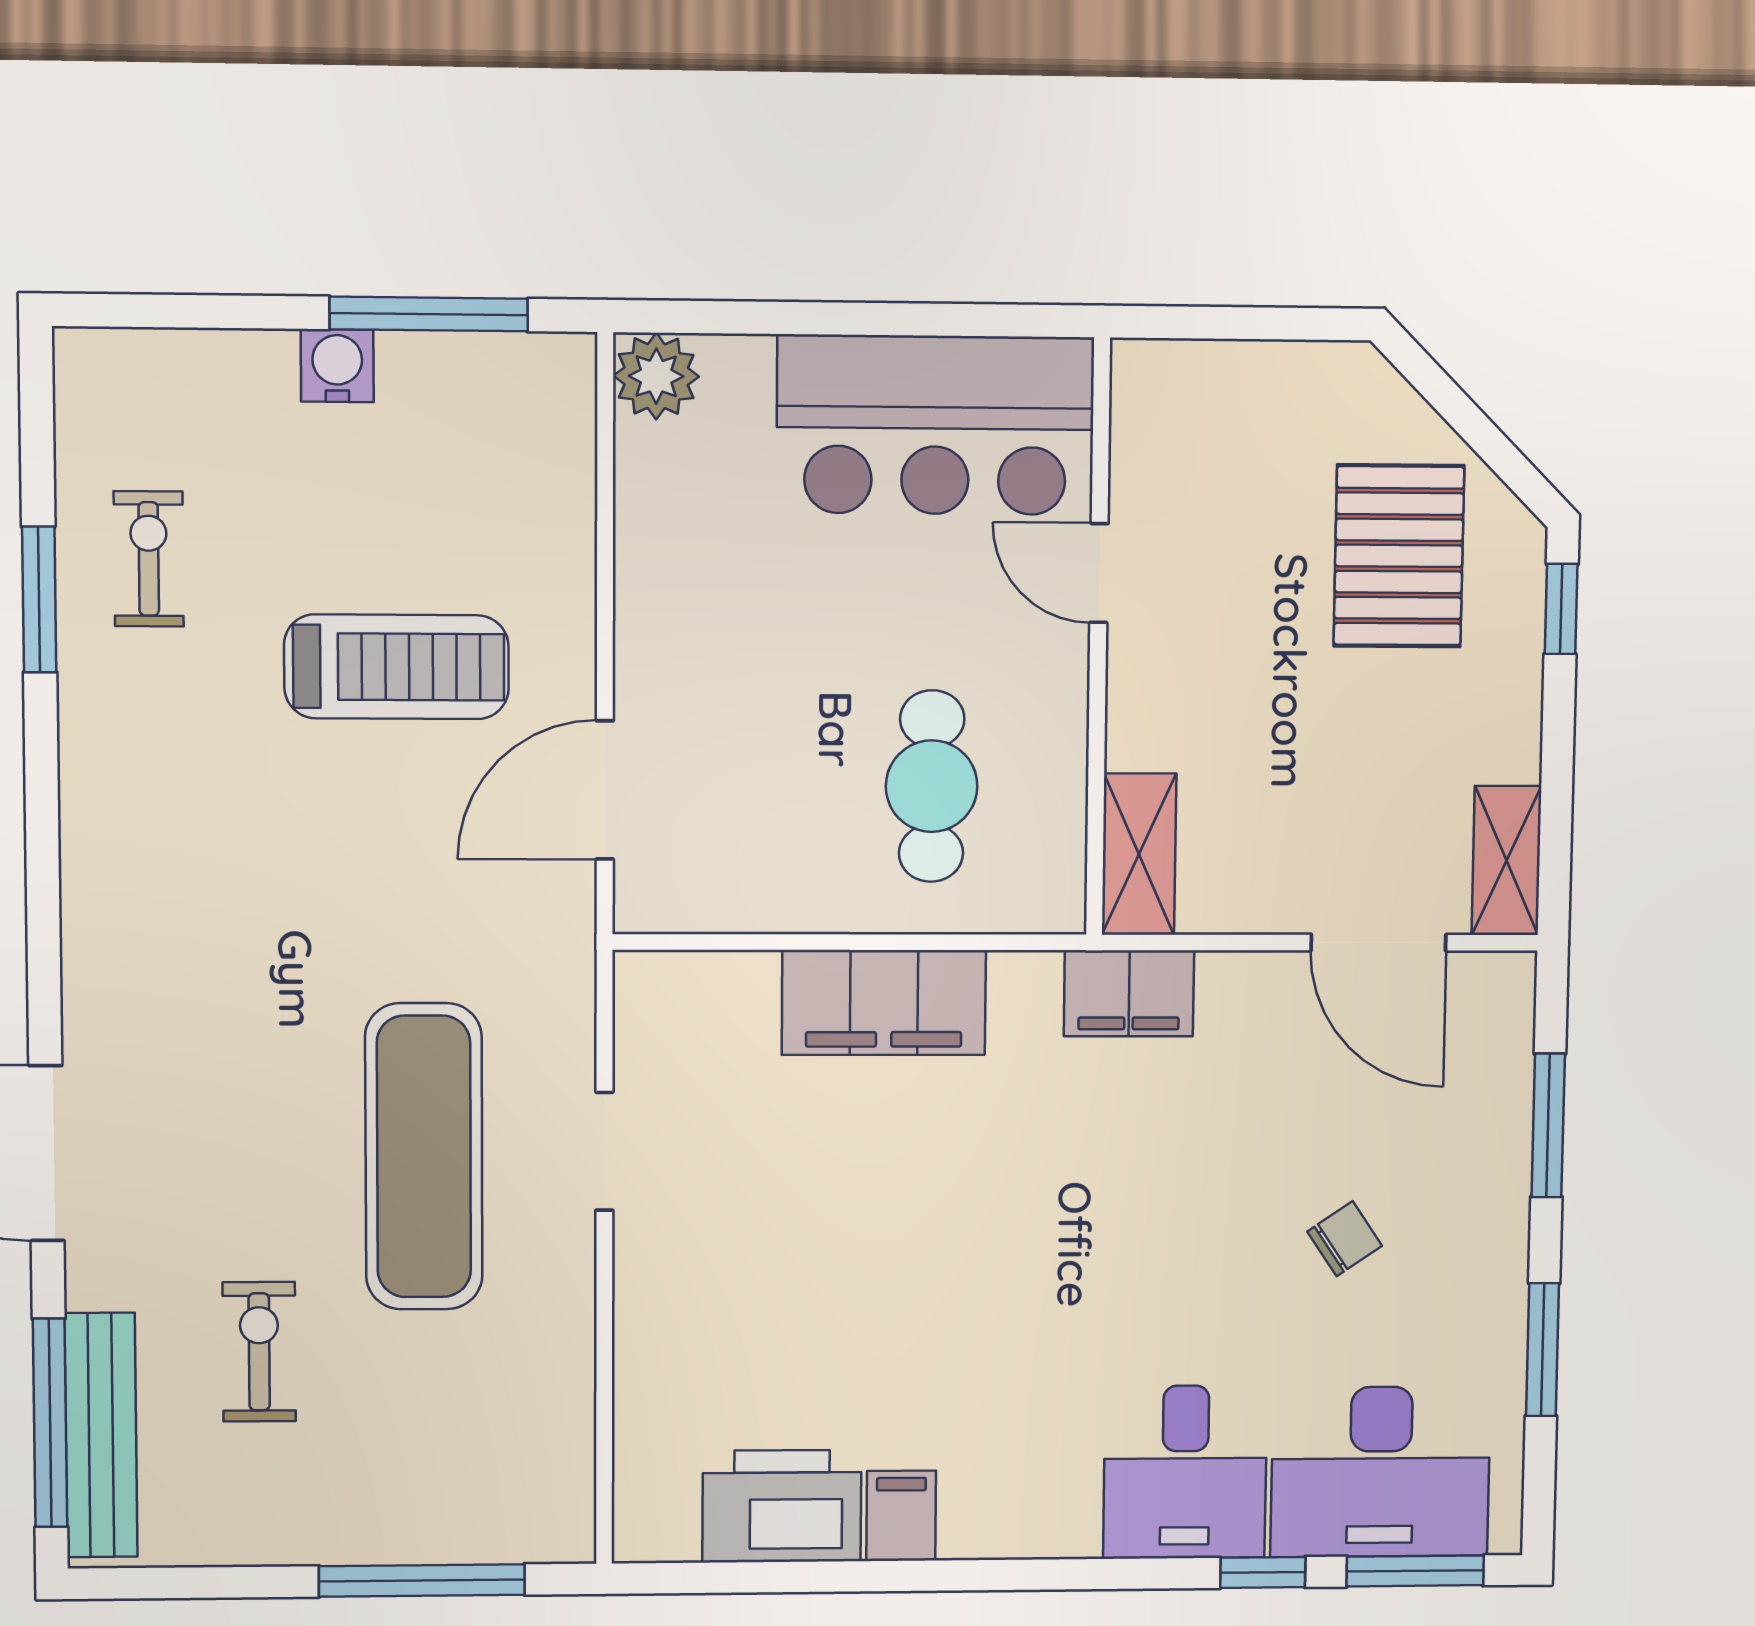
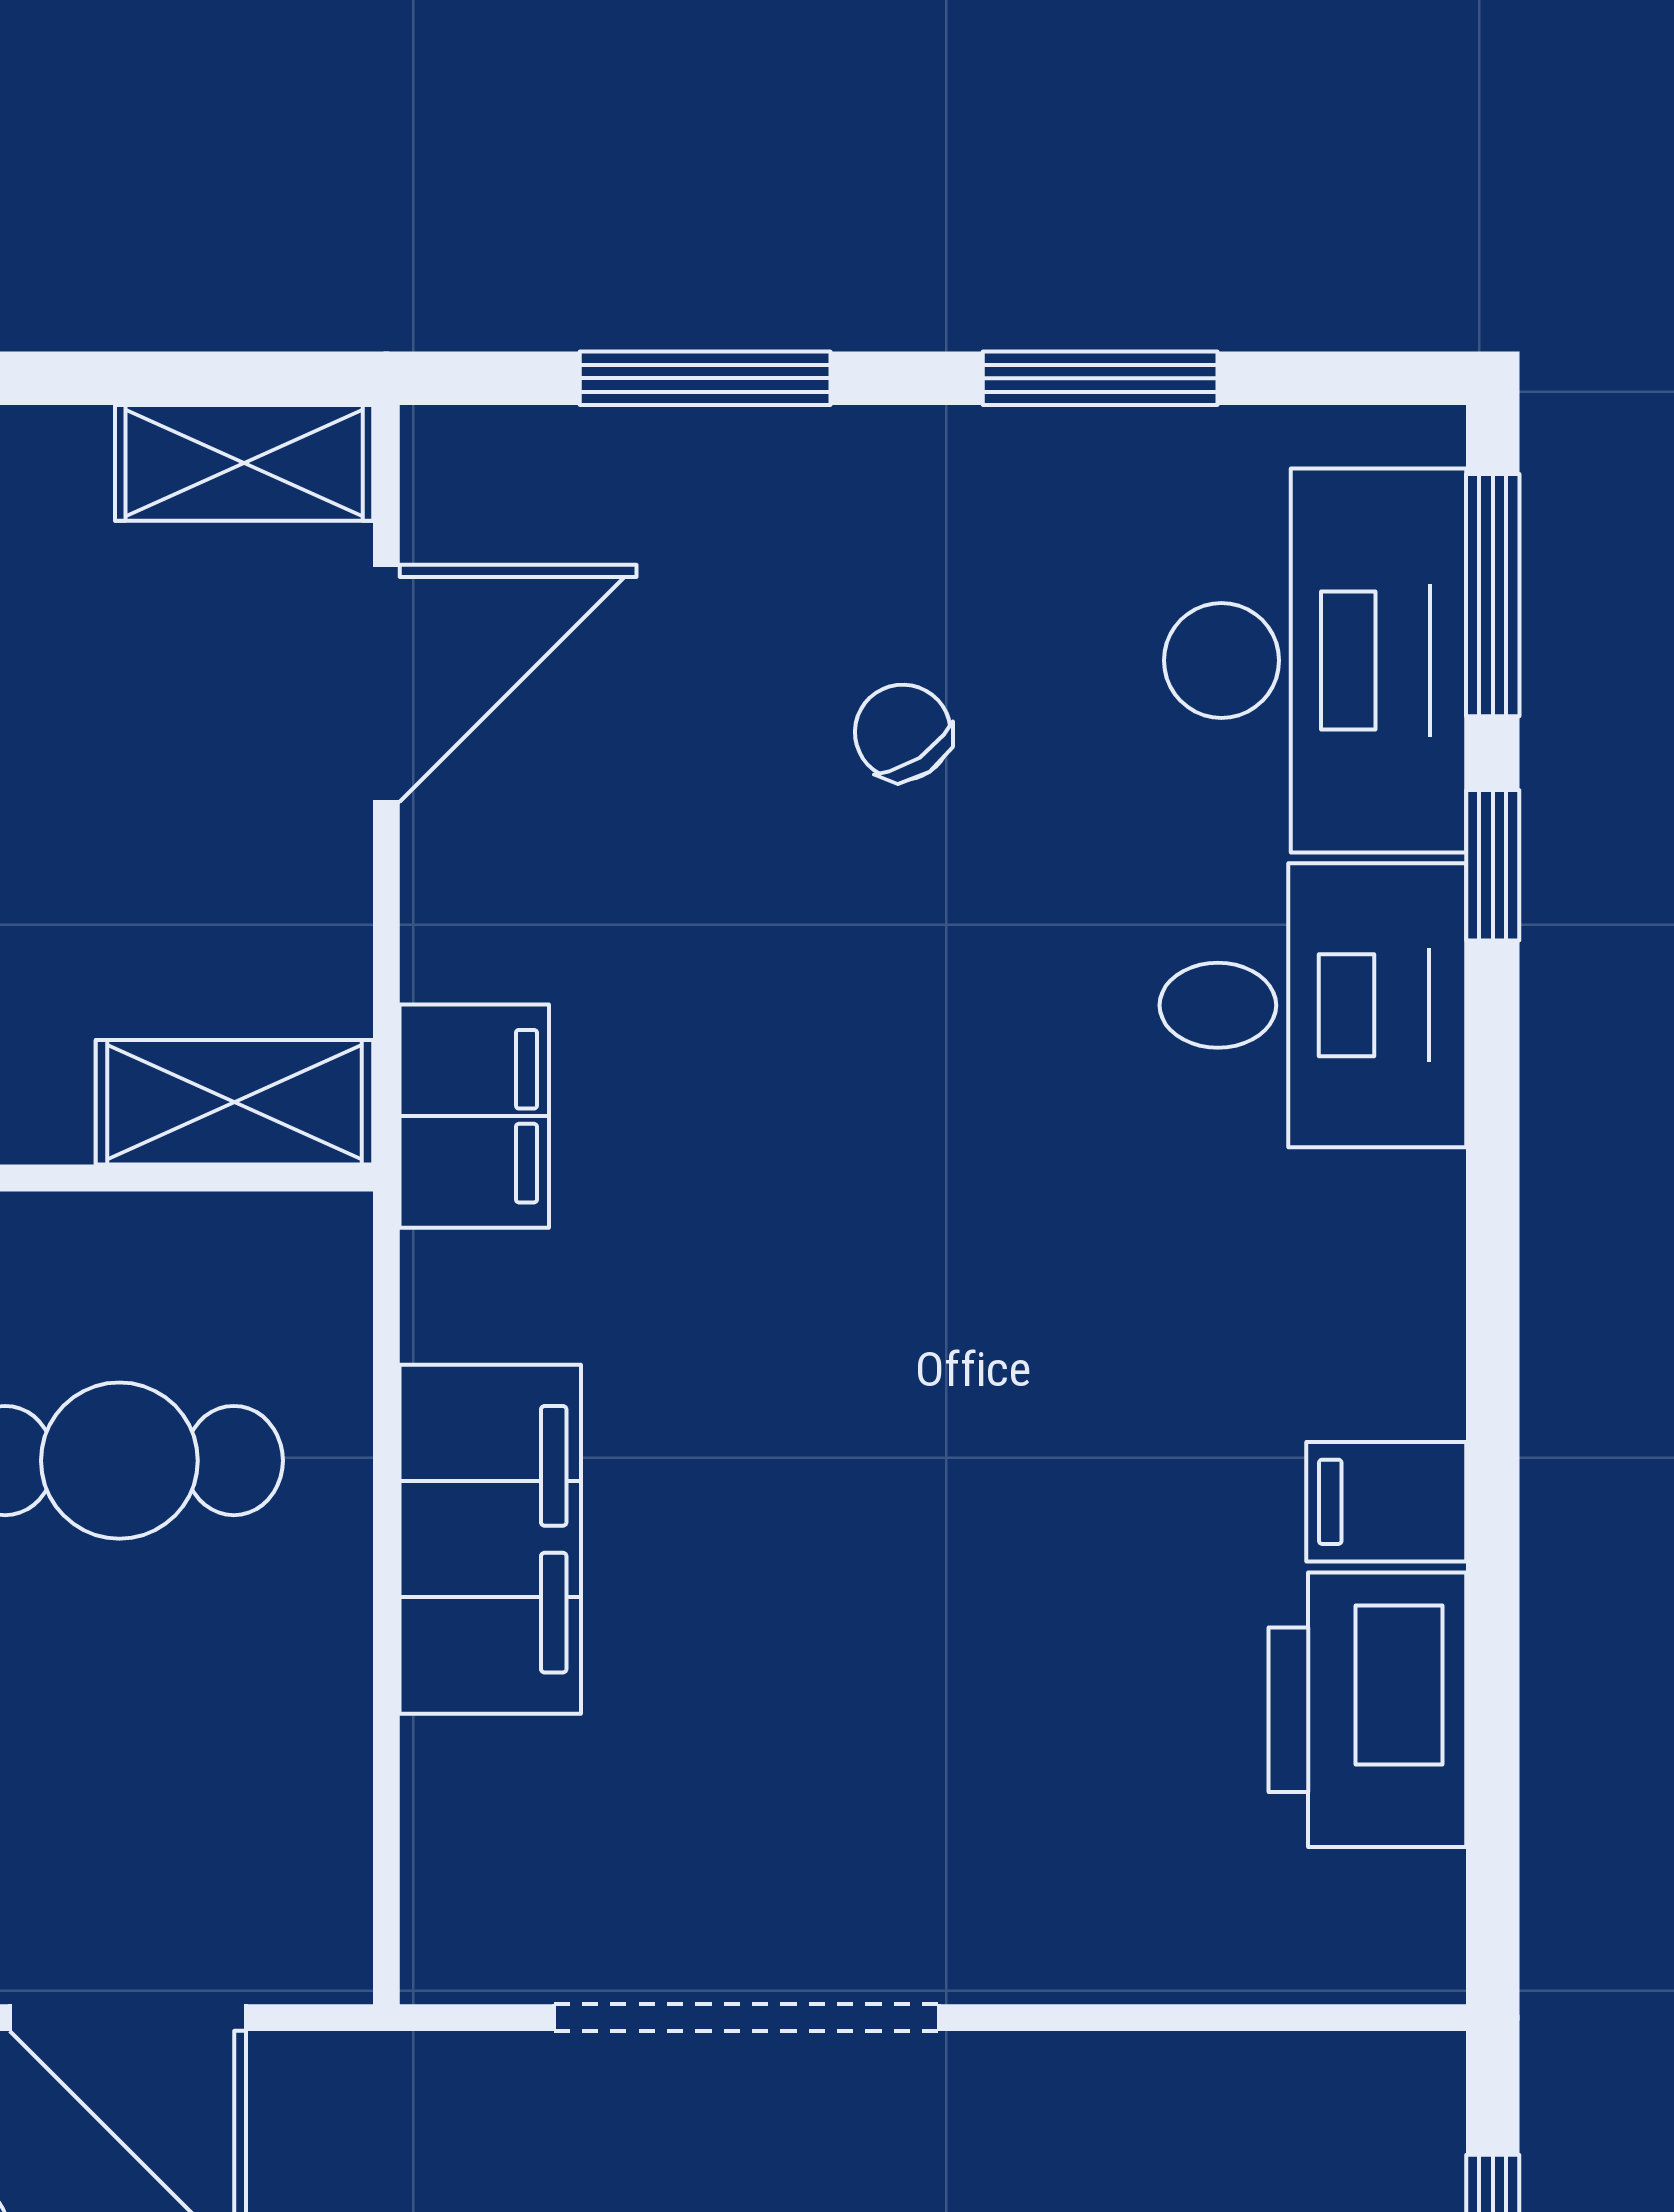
doorway: (604, 1151) -> (746, 2018), width x1.88

